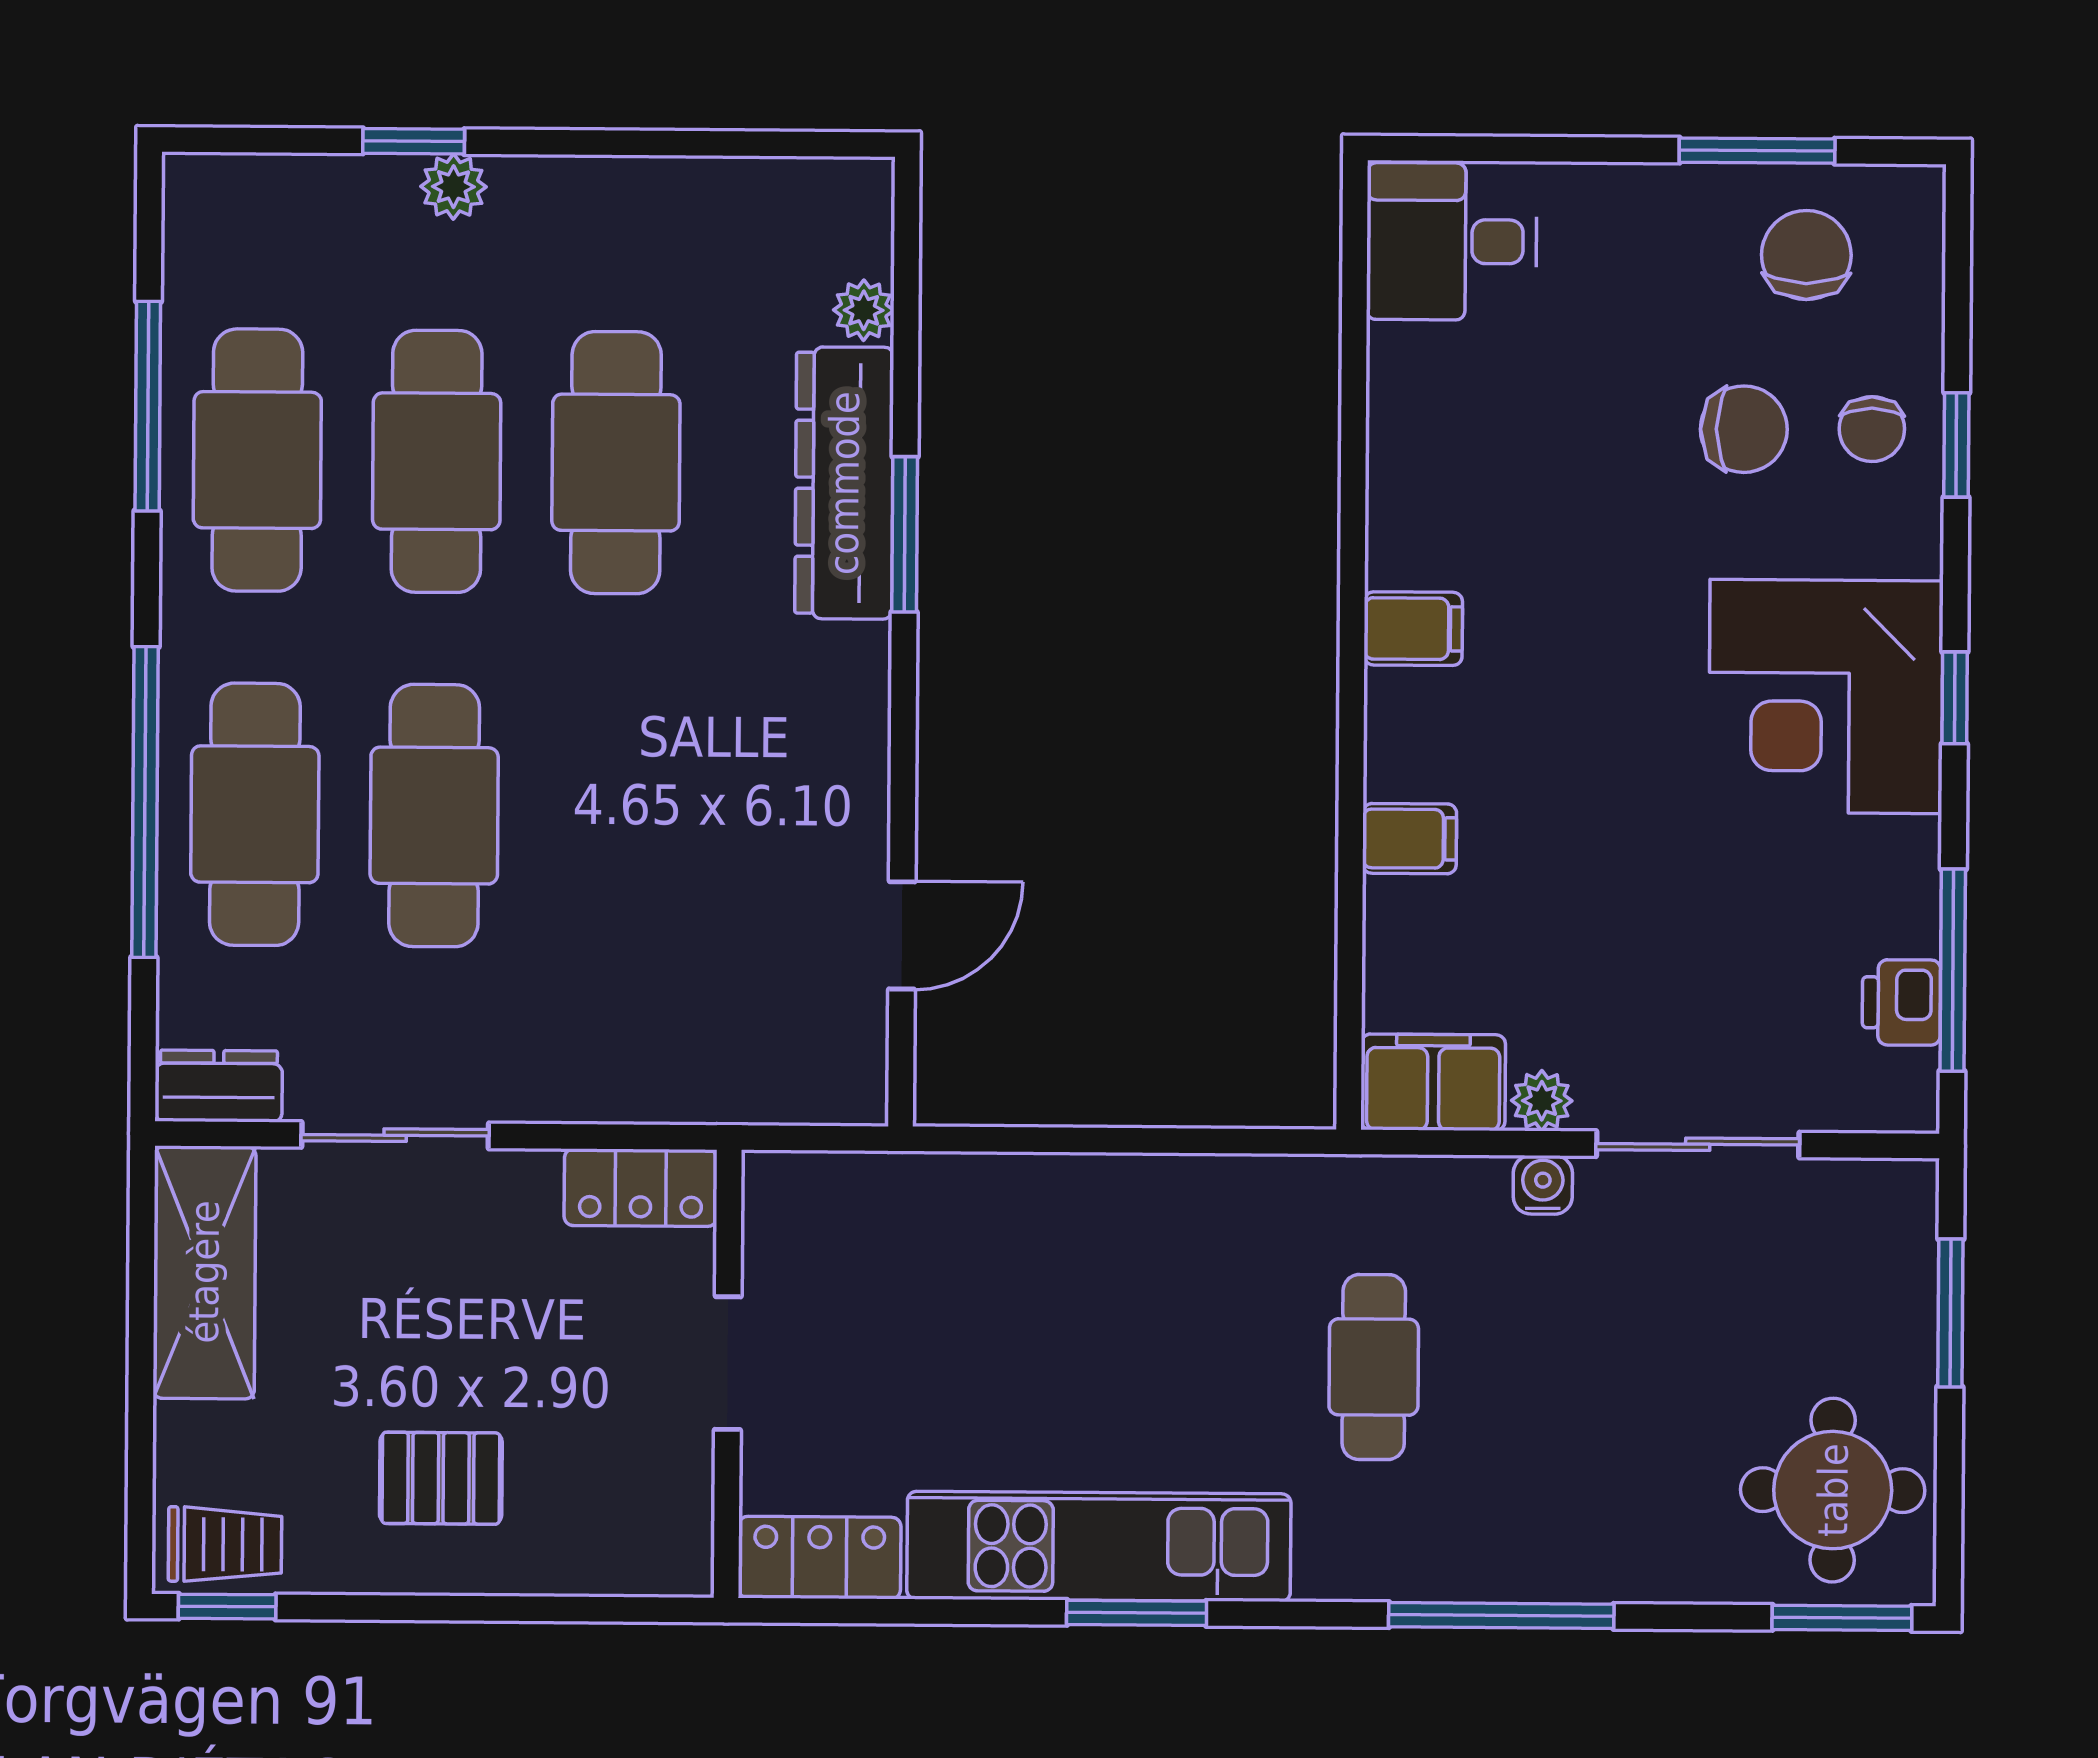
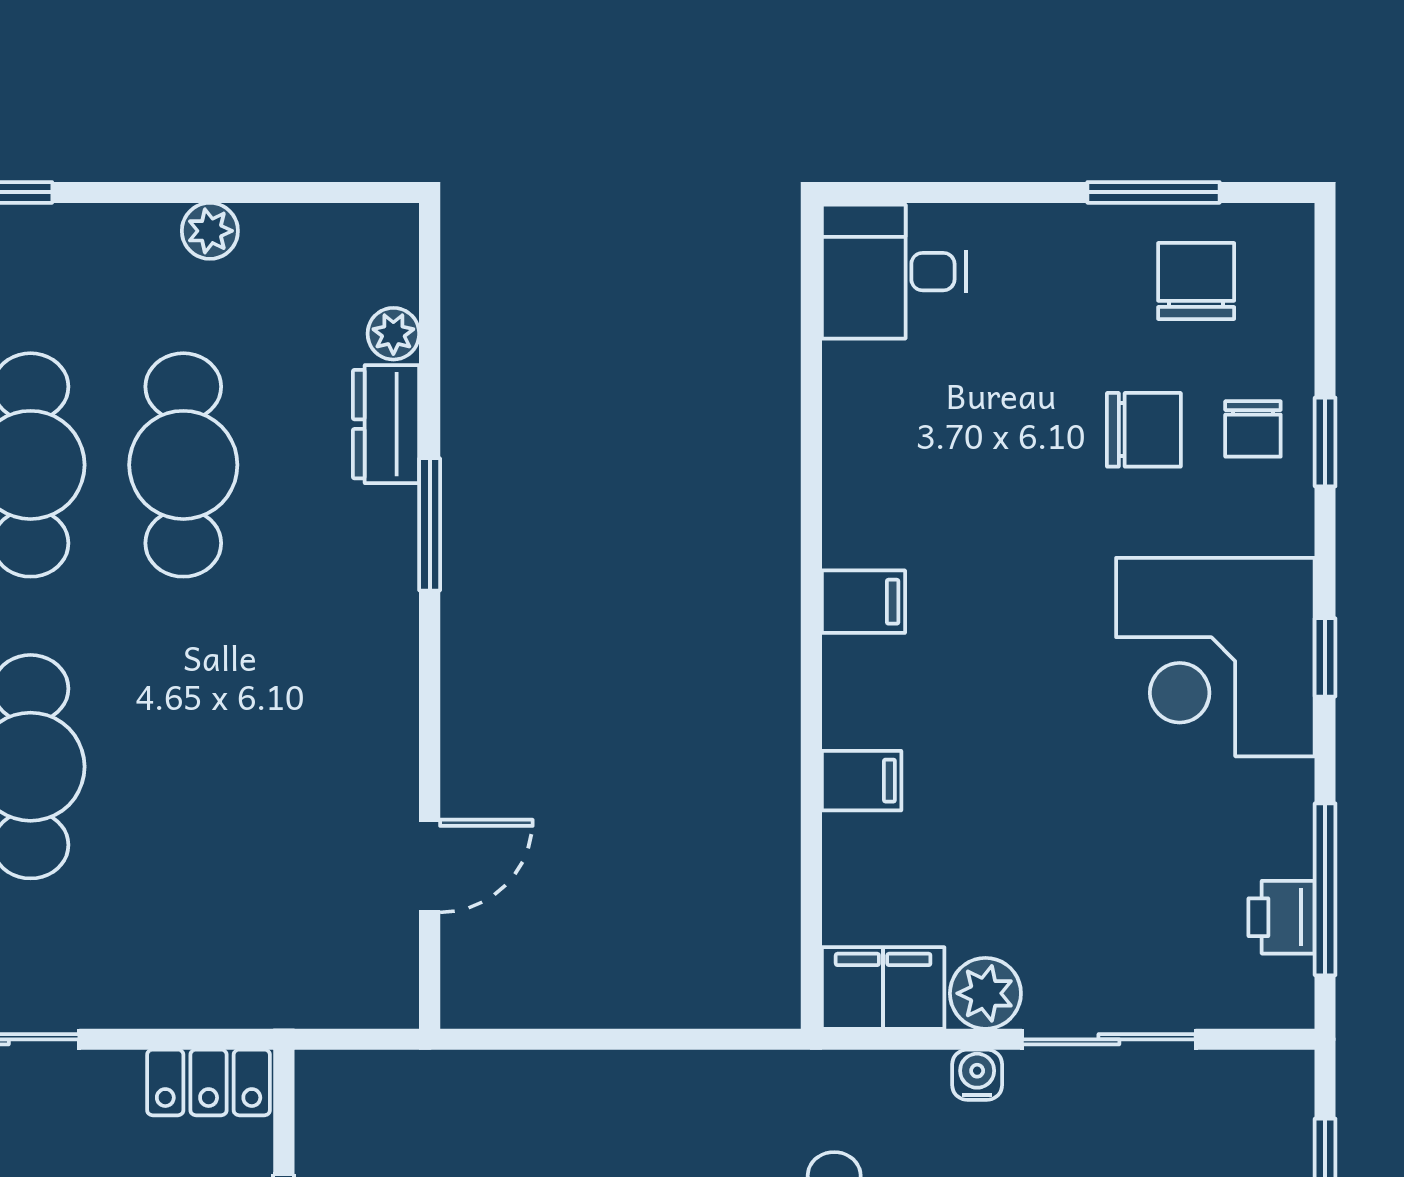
plant: (453, 187) -> (210, 231), moved
dresser: (844, 483) -> (386, 424), width x0.51, depth x0.80
plant: (1542, 1101) -> (985, 993), width x1.38, depth x1.38

